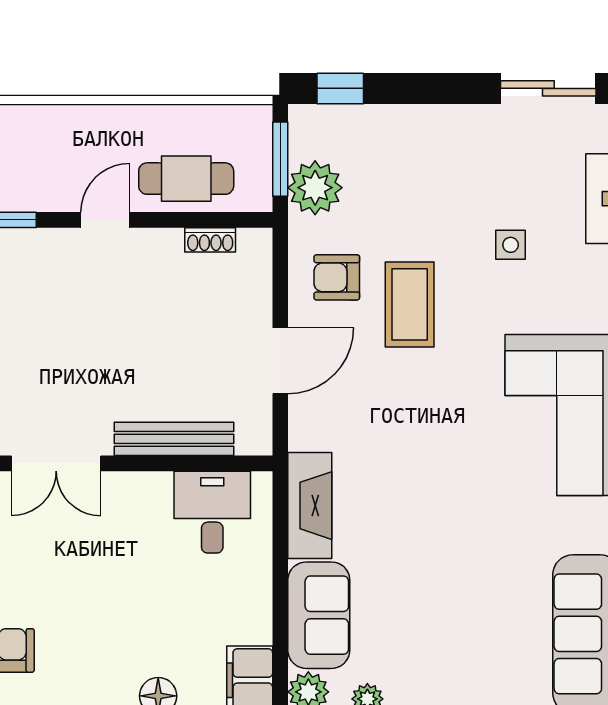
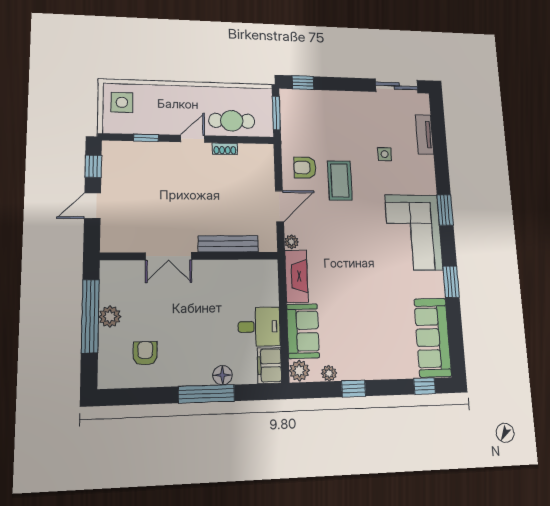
plant: (315, 188) -> (292, 242), moved, width x0.53, depth x0.53
shoe rack: (210, 240) -> (225, 149), moved
desk: (212, 512) -> (259, 327), moved, turned 90

